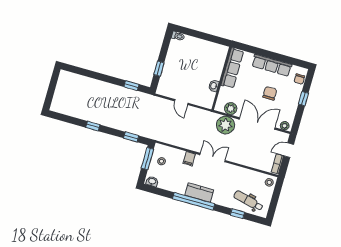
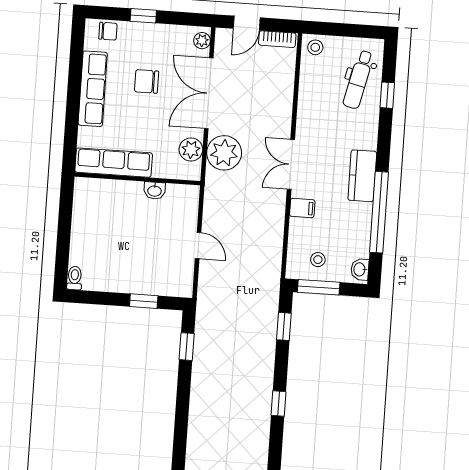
door: (181, 102) -> (198, 246), hinge flipped
door: (289, 150) -> (247, 23), hinge flipped
window: (194, 201) -> (379, 212), moved

